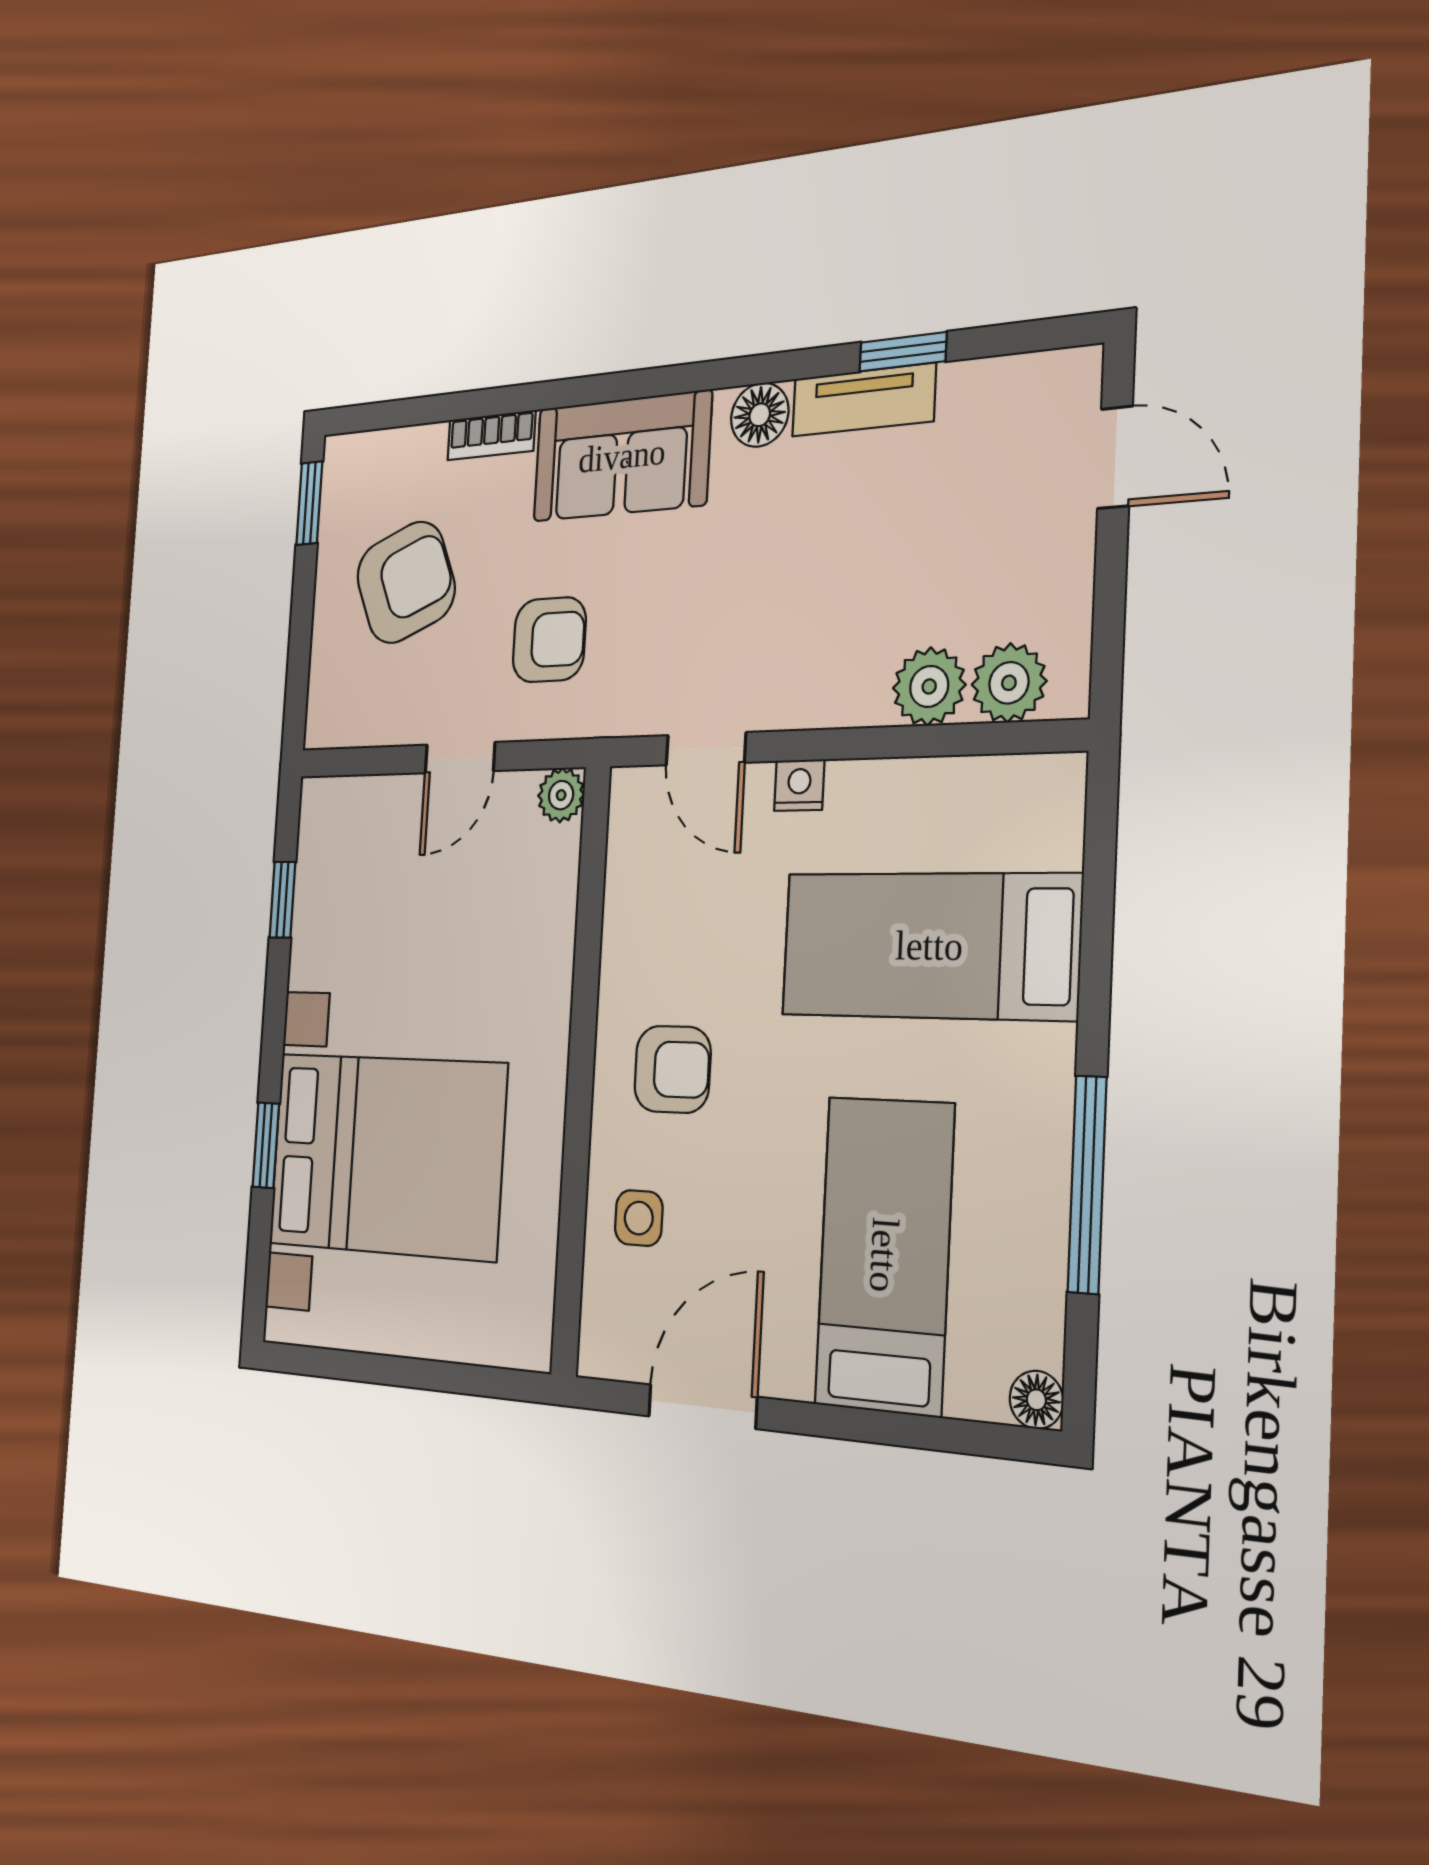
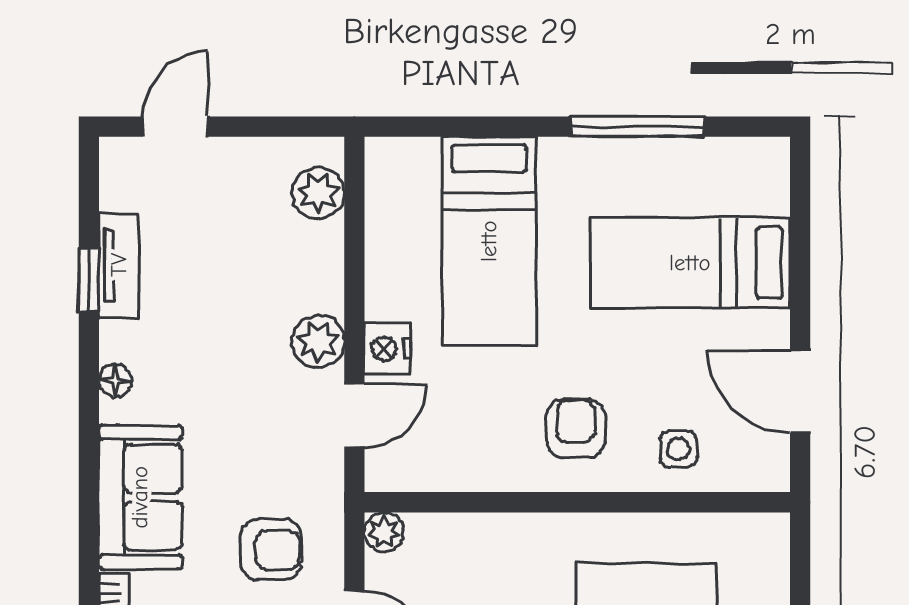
tv unit: (863, 400) -> (119, 265), moved
floor lamp: (760, 415) -> (115, 380), width x0.73, depth x0.73
armchair: (549, 640) -> (271, 550), turned 90
plant: (929, 686) -> (318, 342), moved
nightstand: (799, 785) -> (388, 349), width x1.39, depth x1.35
floor lamp: (1036, 1400) -> (772, 154), removed

